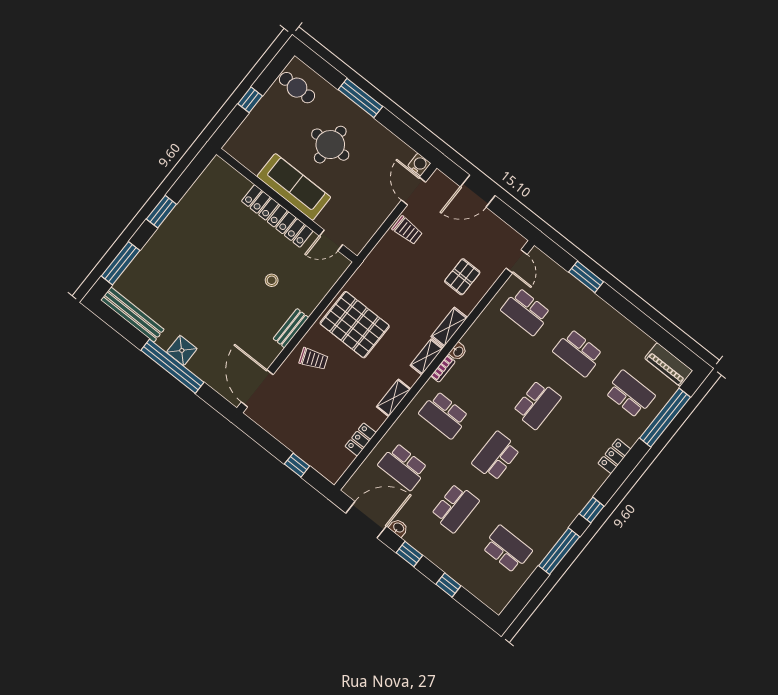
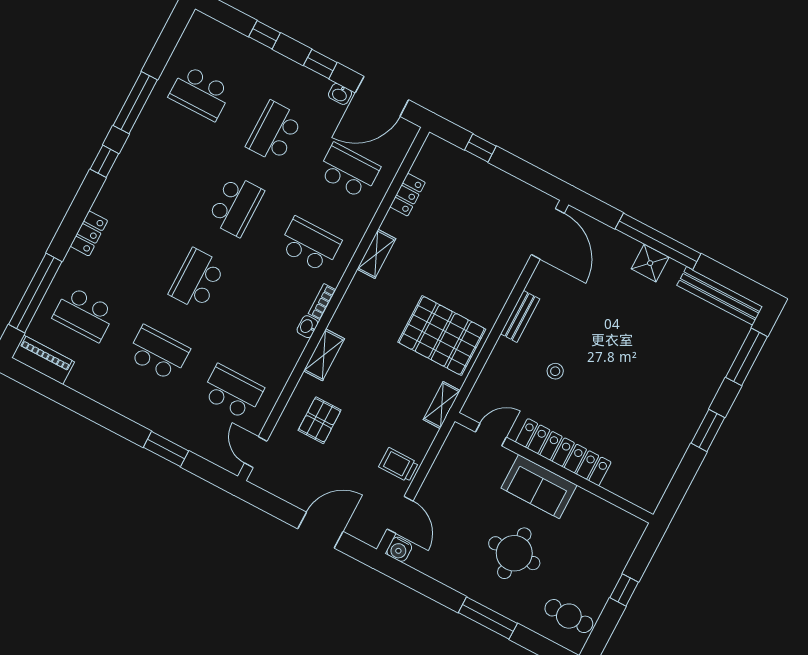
sofa: (294, 187) -> (539, 487), width x0.73
shelving: (427, 357) -> (442, 405), moved
trolley: (313, 359) -> (485, 283), removed

